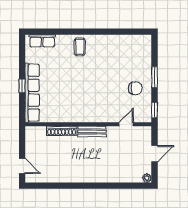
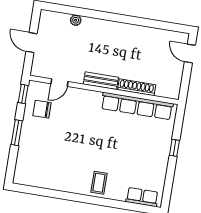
chair: (135, 88) -> (42, 109), moved
row of seats: (32, 93) -> (137, 106), moved, turned -90
door: (155, 154) -> (32, 43), hinge flipped
plant: (147, 178) -> (76, 20), moved

